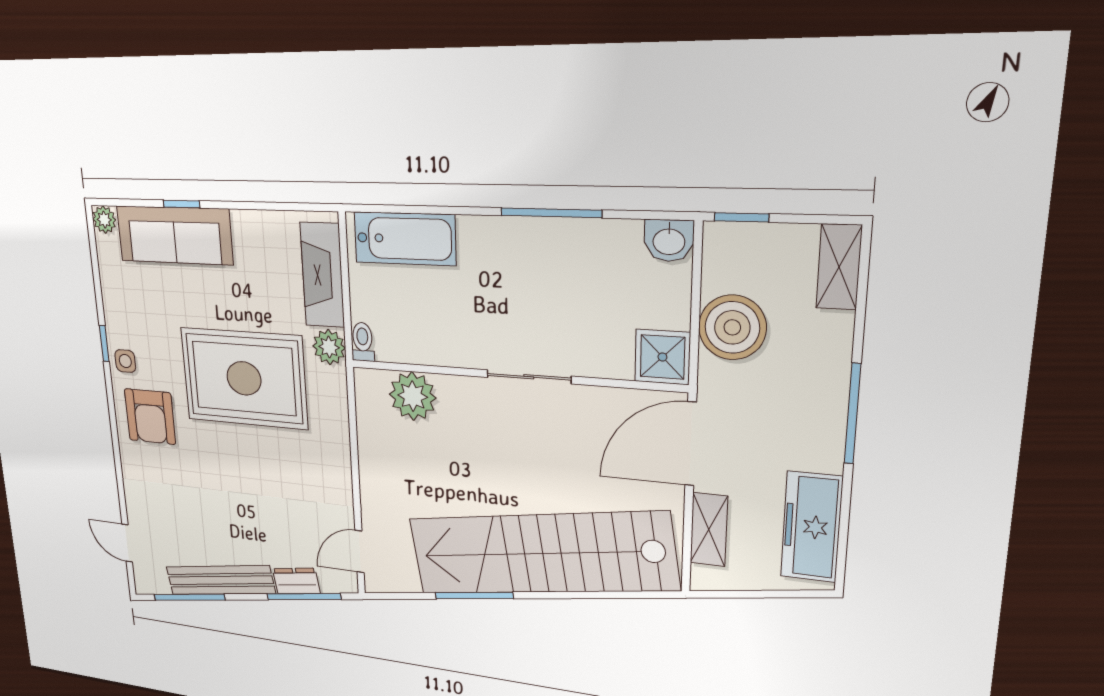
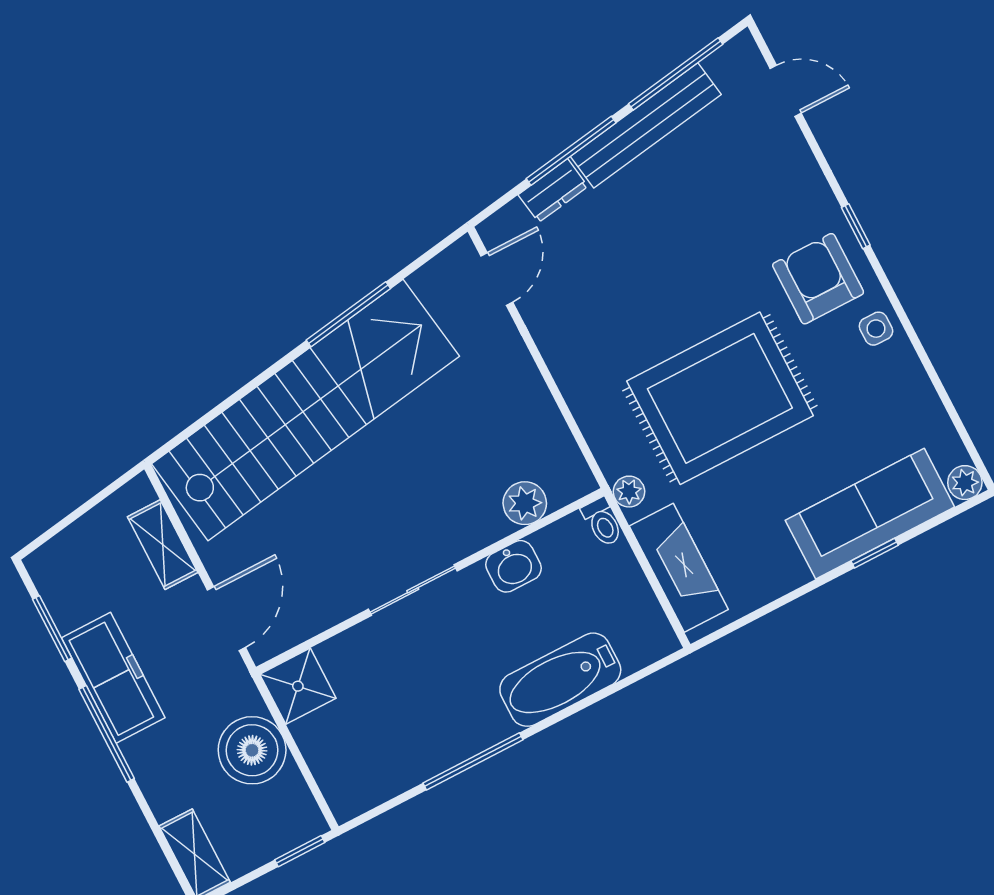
bathtub: (405, 239) -> (560, 680), moved
washbasin: (669, 241) -> (514, 566), moved, turned 180
window: (104, 344) -> (856, 226), moved
plant: (329, 347) -> (629, 492), width x0.73, depth x0.73
plant: (413, 396) -> (525, 503), width x0.73, depth x0.73
door: (691, 444) -> (226, 619), width x0.73
window: (844, 524) -> (52, 629), added
freezer: (811, 527) -> (113, 678), moved
window: (304, 597) -> (571, 151), moved

